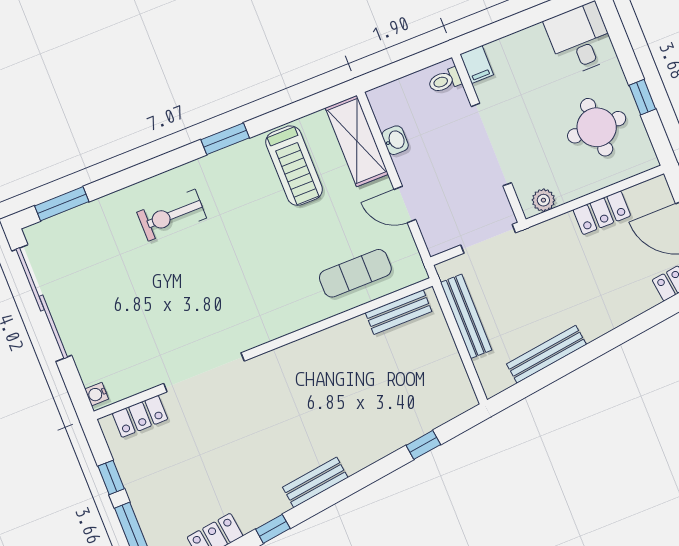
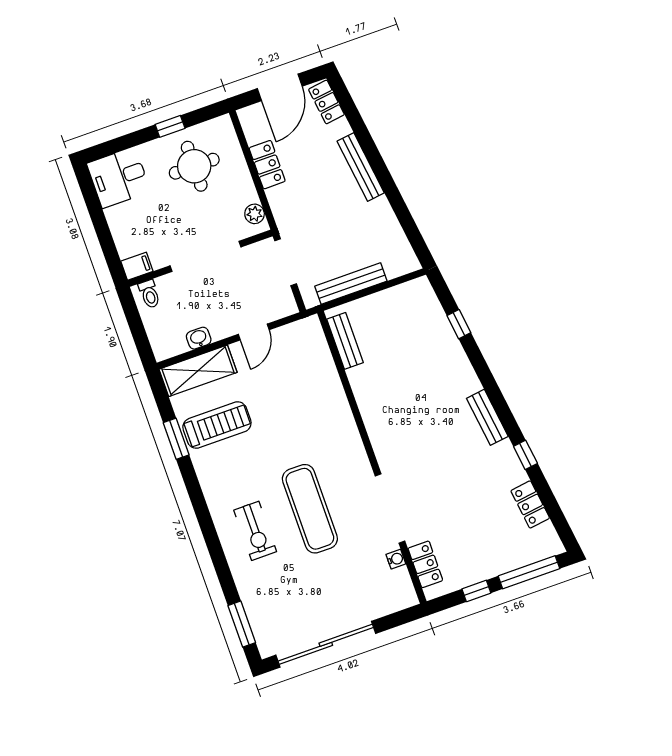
window: (225, 139) -> (176, 439), moved
exercise mat: (355, 273) -> (310, 509), moved, width x1.36, depth x1.45
bench: (546, 354) -> (361, 167), moved
water cooler: (97, 394) -> (396, 559), moved, turned -90

